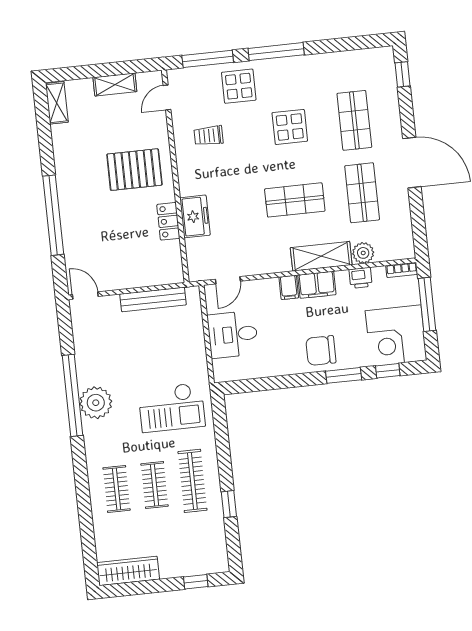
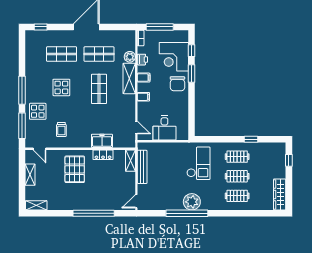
shelving: (163, 276) -> (130, 161), added
filing cabinet: (317, 285) -> (144, 78), width x0.50
corner desk: (396, 335) -> (174, 57), moved, turned 90
clothes rail: (192, 481) -> (237, 157), width x0.73

